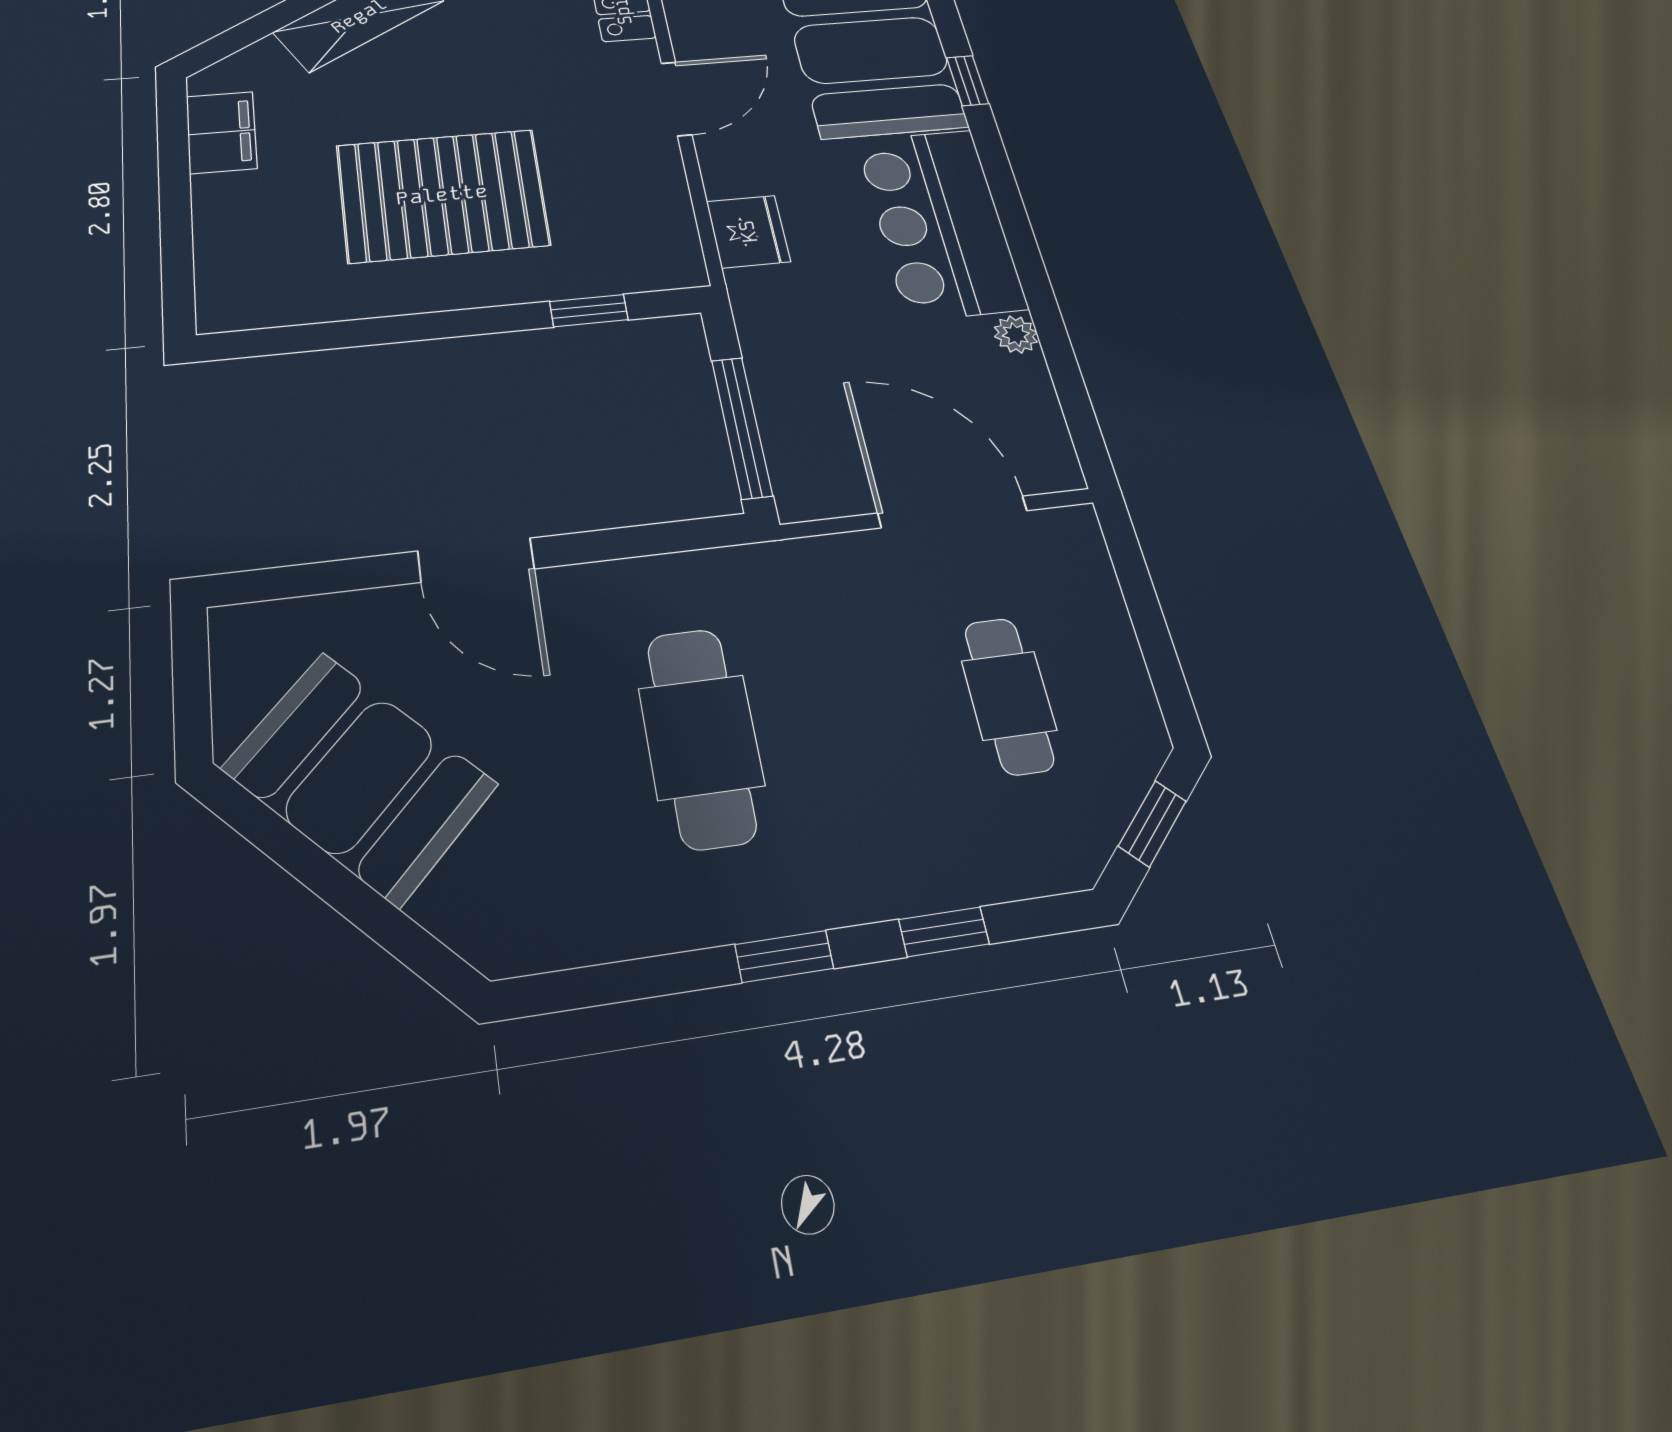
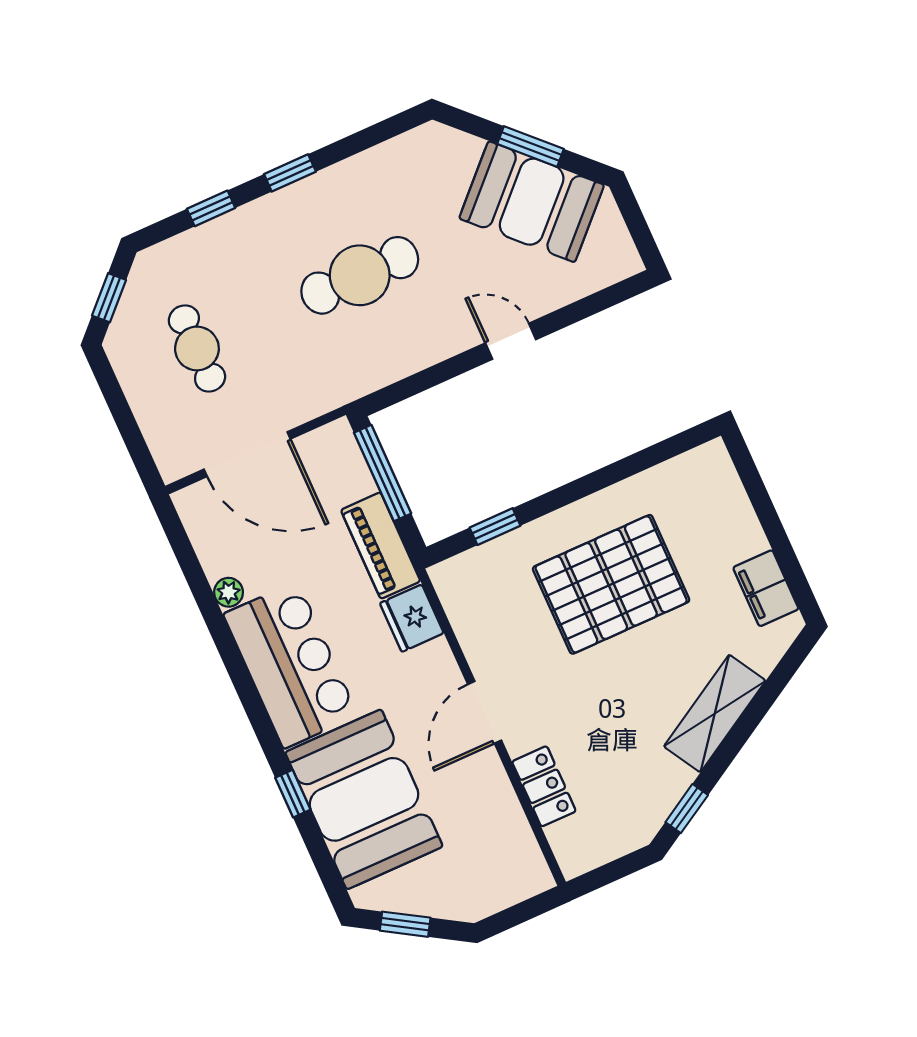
piano: (770, 333) -> (381, 546), added
door: (476, 560) -> (511, 341), width x0.73
cafe table: (701, 737) -> (360, 275), turned 90
window: (326, 877) -> (530, 146), added

